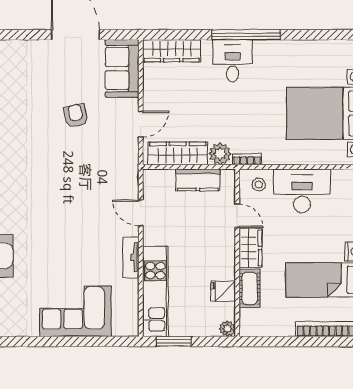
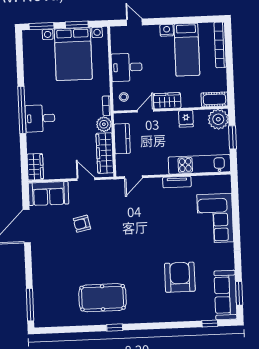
wardrobe: (172, 51) -> (35, 167), width x0.67
desk: (302, 191) -> (127, 67), width x0.73
door: (141, 213) -> (133, 177), moved
cot: (250, 288) -> (214, 99), moved
fridge: (223, 291) -> (186, 119), moved
plant: (227, 329) -> (218, 119), width x1.88, depth x1.88
window: (174, 341) -> (233, 137), moved

